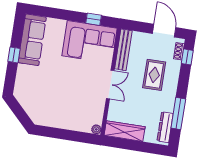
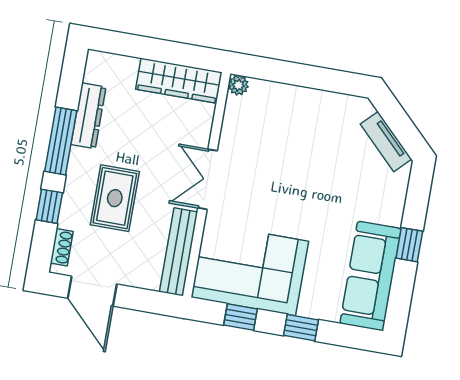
window: (65, 15) -> (301, 328), added
window: (187, 57) -> (49, 206), moved
tv unit: (26, 104) -> (386, 142), added
window: (178, 114) -> (61, 141), moved
dresser: (165, 127) -> (88, 116), moved

